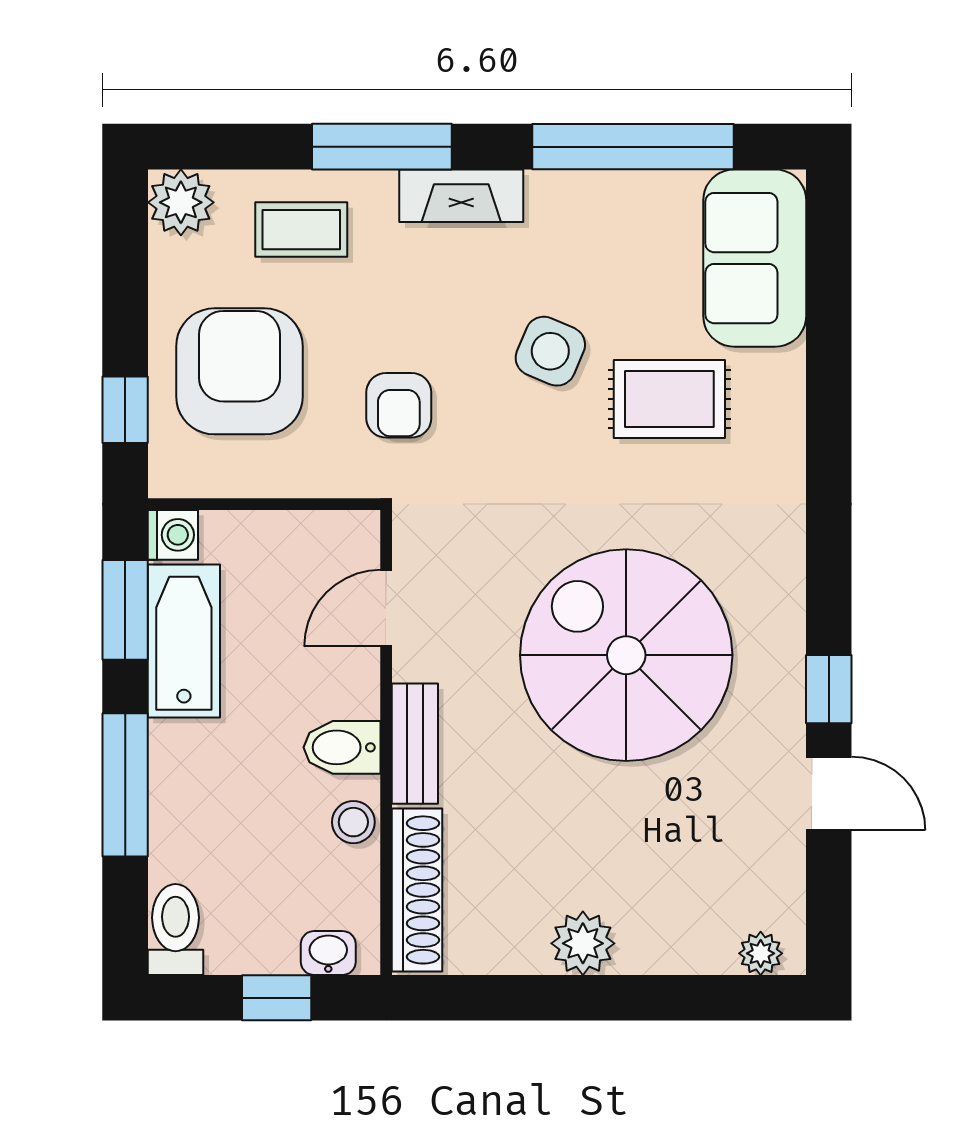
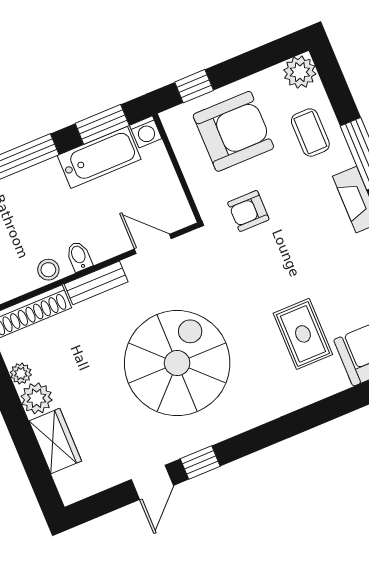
side table: (550, 351) -> (302, 270), removed
bidet: (342, 747) -> (79, 256), width x0.72, depth x0.74
wardrobe: (677, 942) -> (55, 441), added
plant: (761, 953) -> (21, 373), moved

